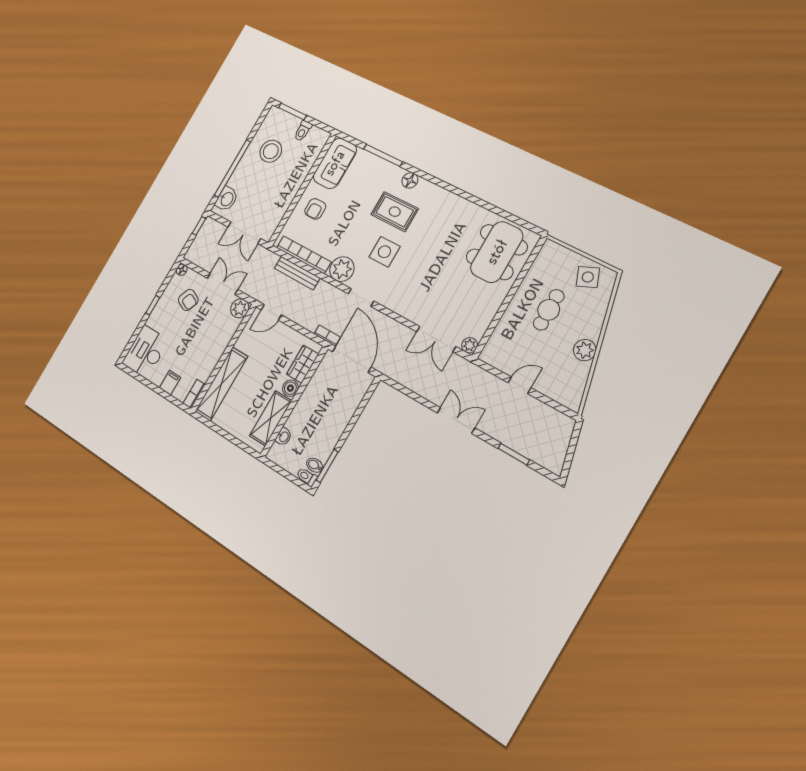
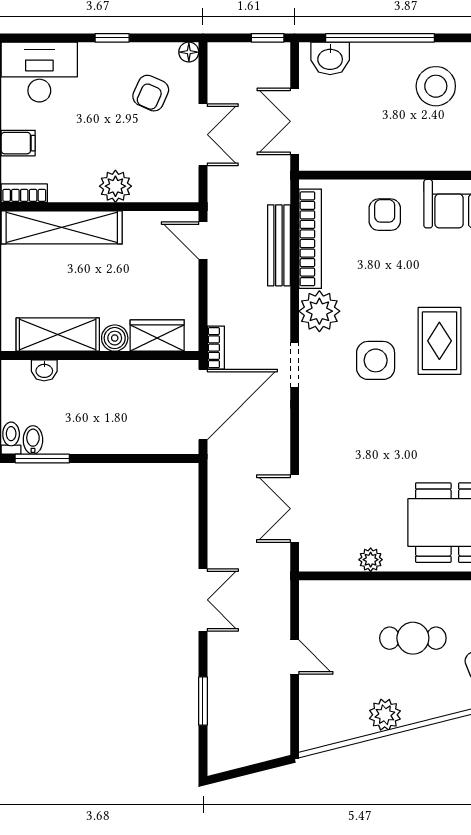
armchair: (315, 209) -> (385, 215), turned 90
plant: (240, 308) -> (115, 186), moved
plant: (470, 345) -> (371, 560), moved

